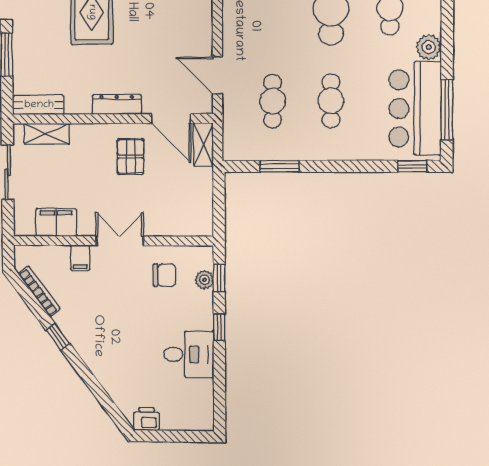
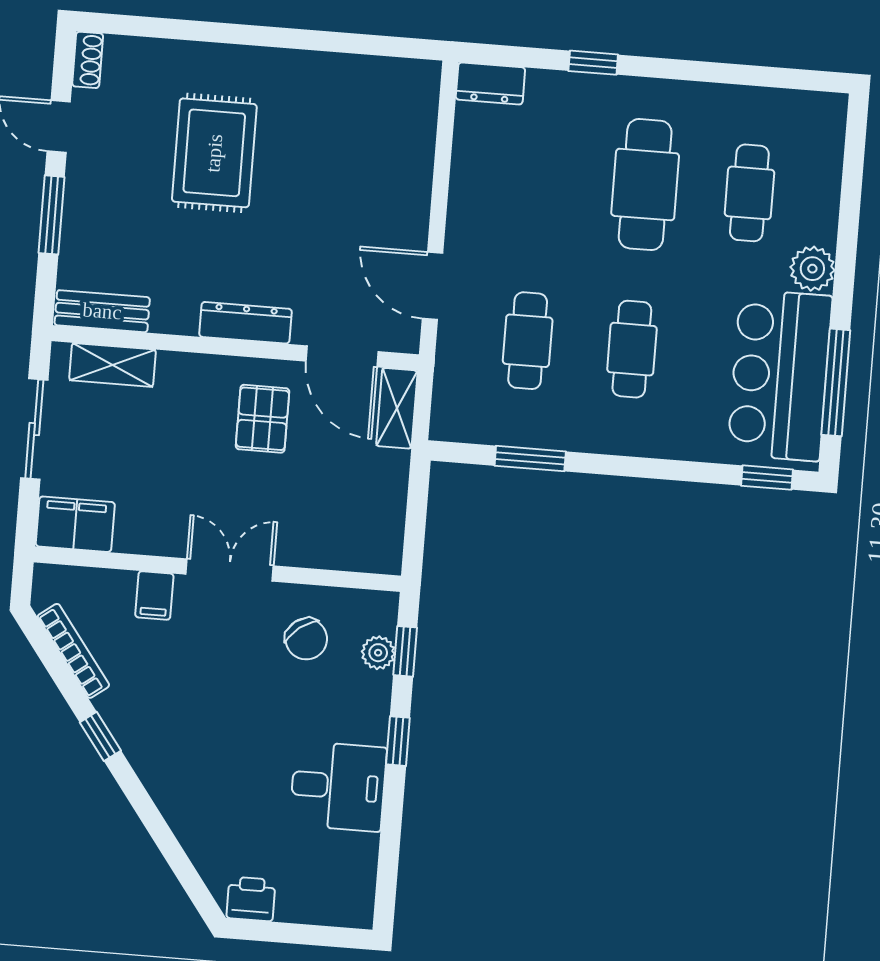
filing cabinet: (56, 222) -> (75, 524), moved
chair: (165, 275) -> (306, 639), turned 53

